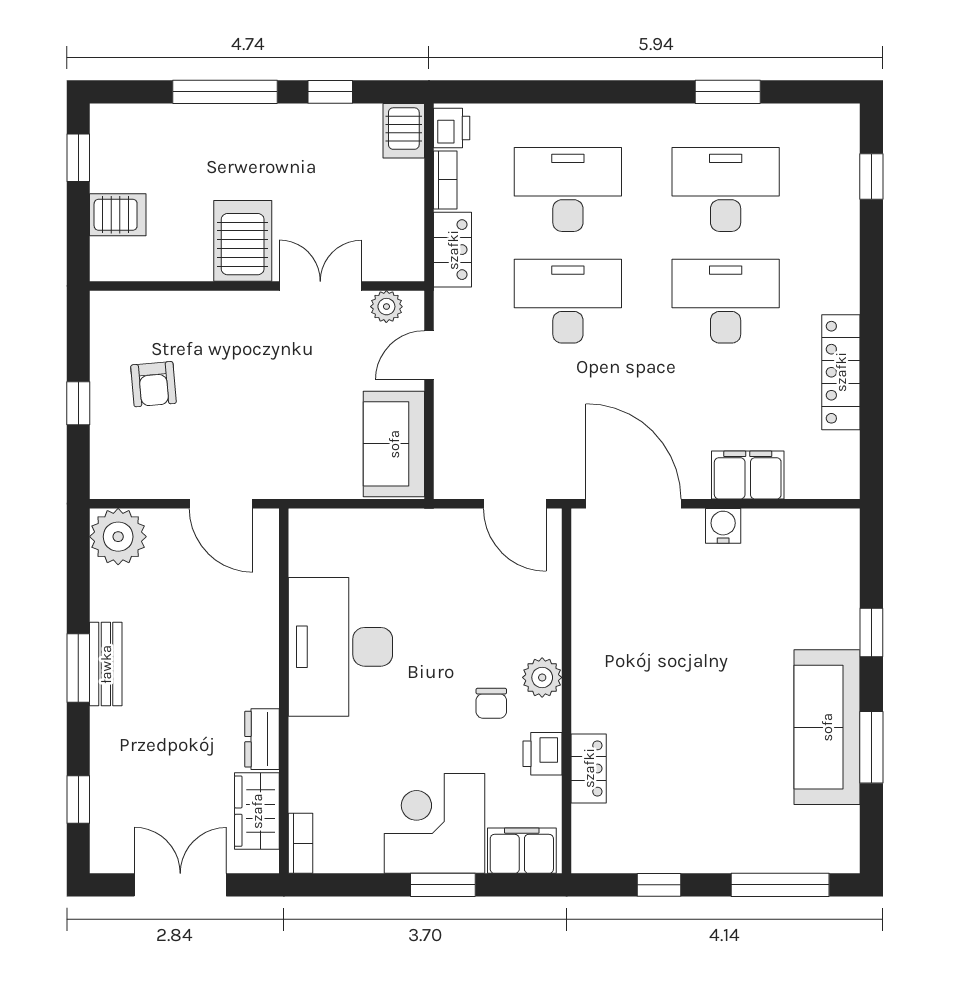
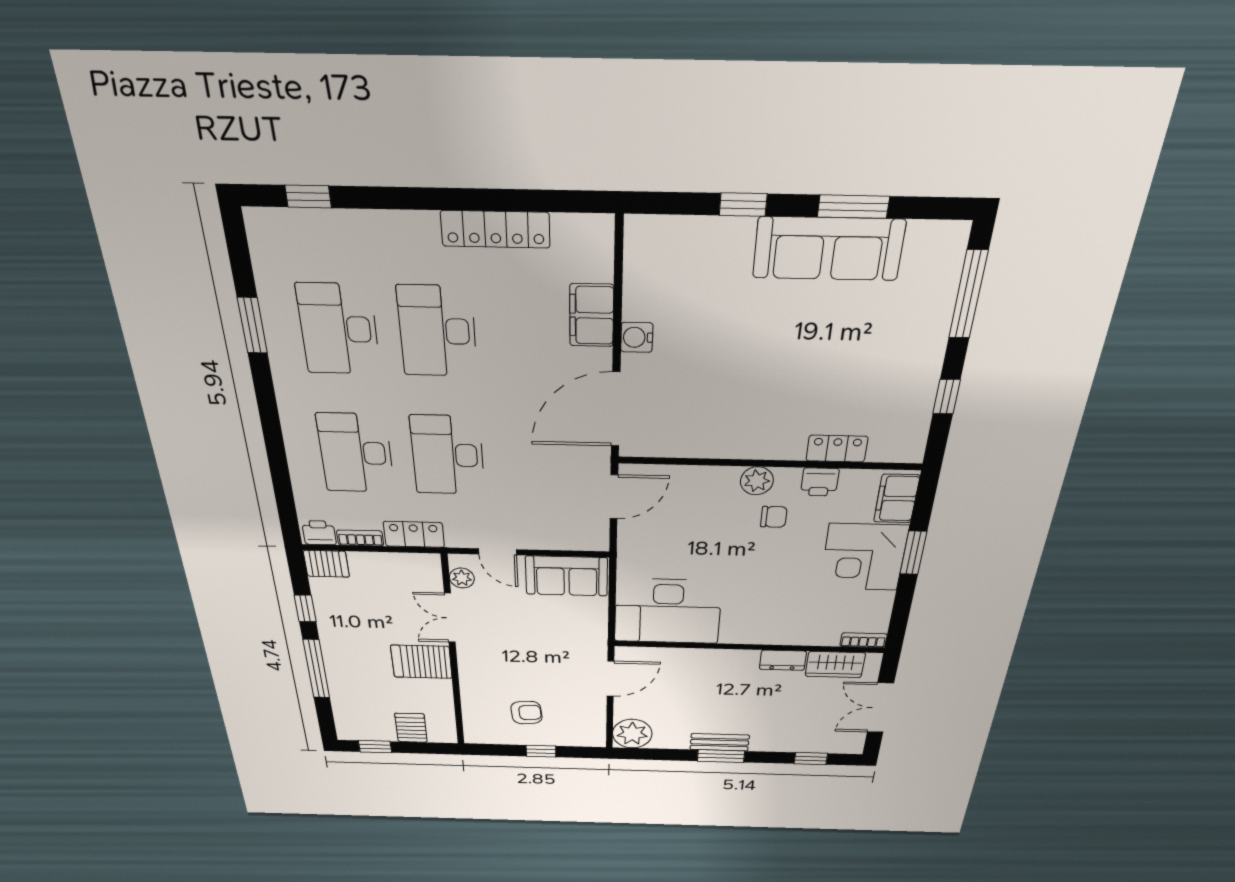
desk: (340, 647) -> (668, 611), moved

